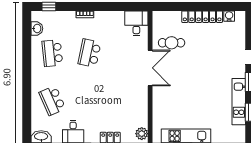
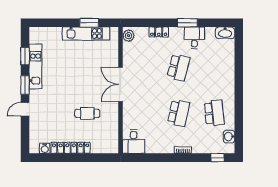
cafe table: (172, 43) -> (87, 113), moved
double door: (150, 68) -> (120, 84), moved
school desk: (52, 101) -> (179, 67), moved, turned 39

